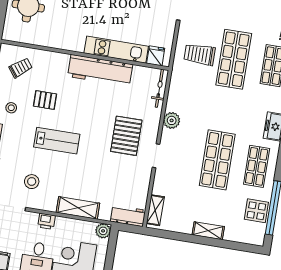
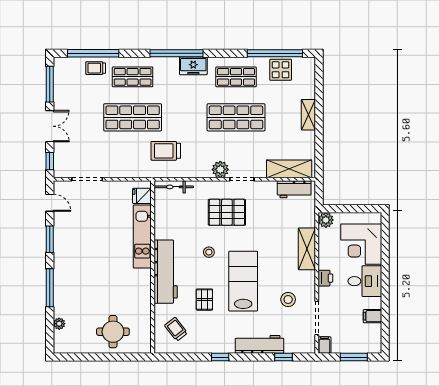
trolley: (200, 55) -> (166, 151), moved, turned 90
workbench: (100, 70) -> (166, 272), moved
stool: (11, 108) -> (209, 252), moved
plant: (172, 120) -> (220, 169), moved
lab bench: (57, 141) -> (243, 281), width x1.36, depth x1.39
shelving: (155, 210) -> (289, 169), width x1.50, depth x1.33
workbench: (128, 216) -> (294, 189), moved, turned -90

